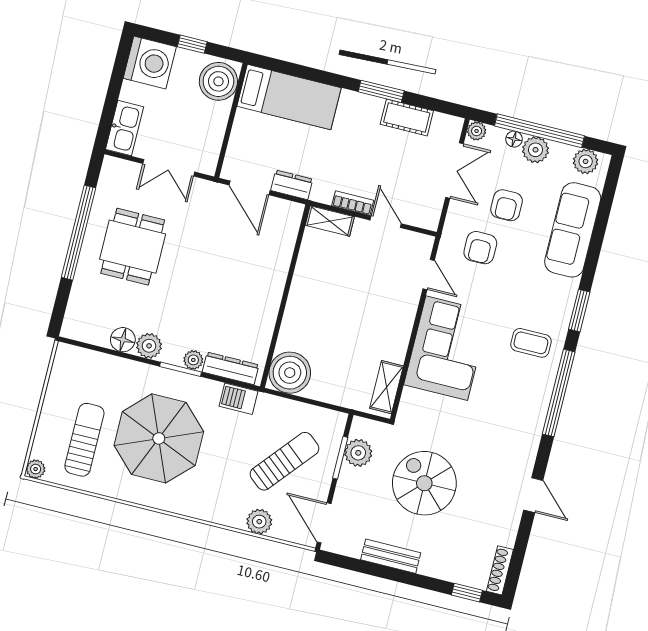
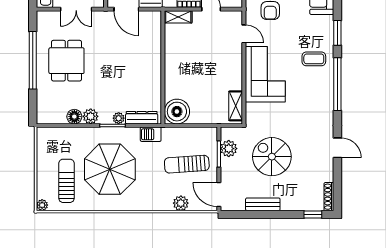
sun lounger: (284, 461) -> (187, 164), turned -134

